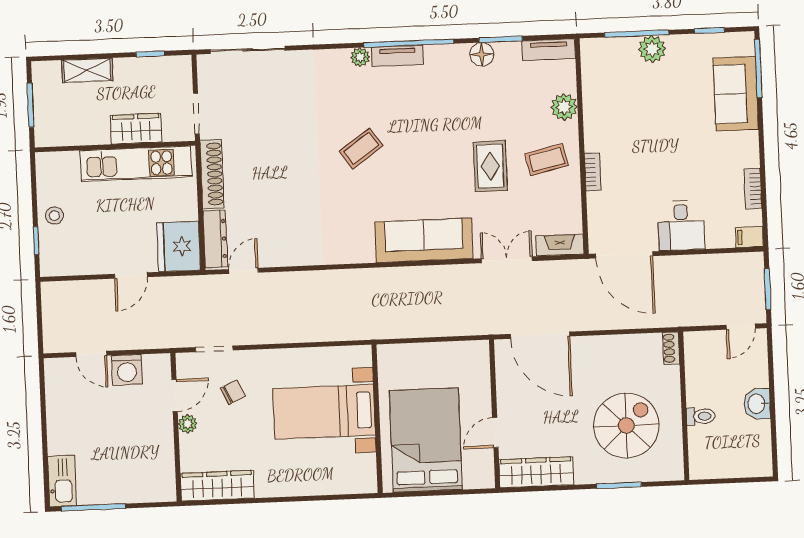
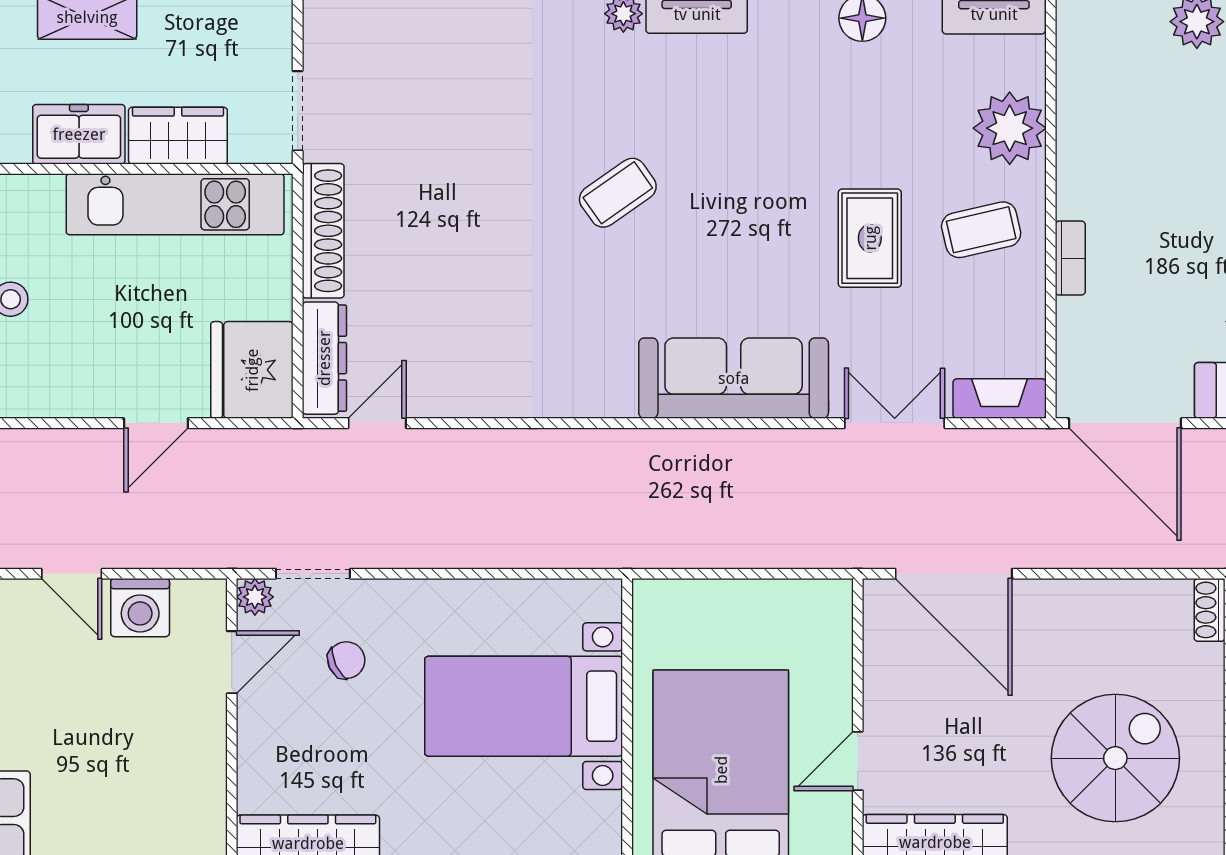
plant: (564, 107) -> (1010, 128), width x1.36, depth x1.36
freezer: (86, 130) -> (79, 134), added
plant: (188, 424) -> (255, 597), moved

